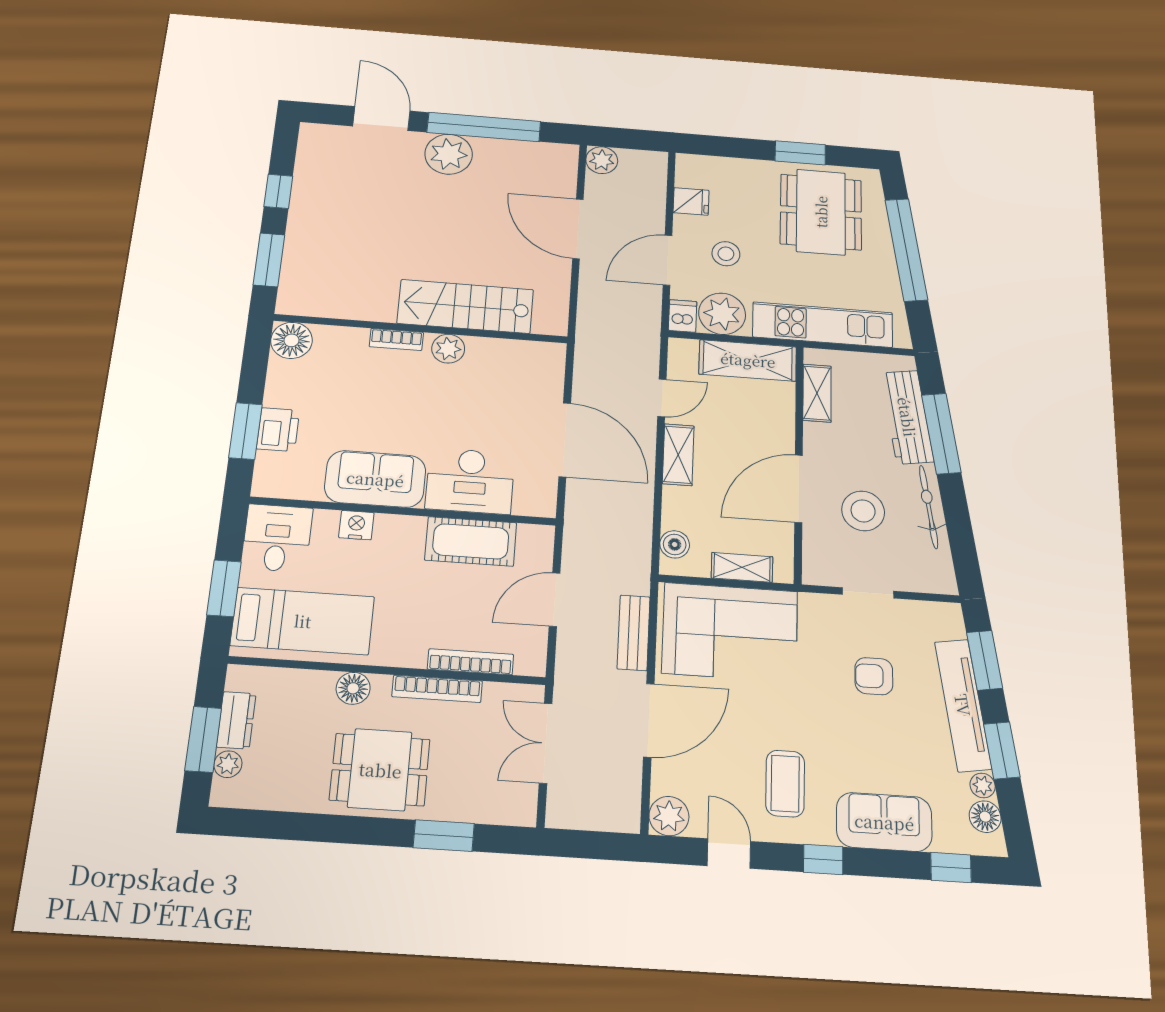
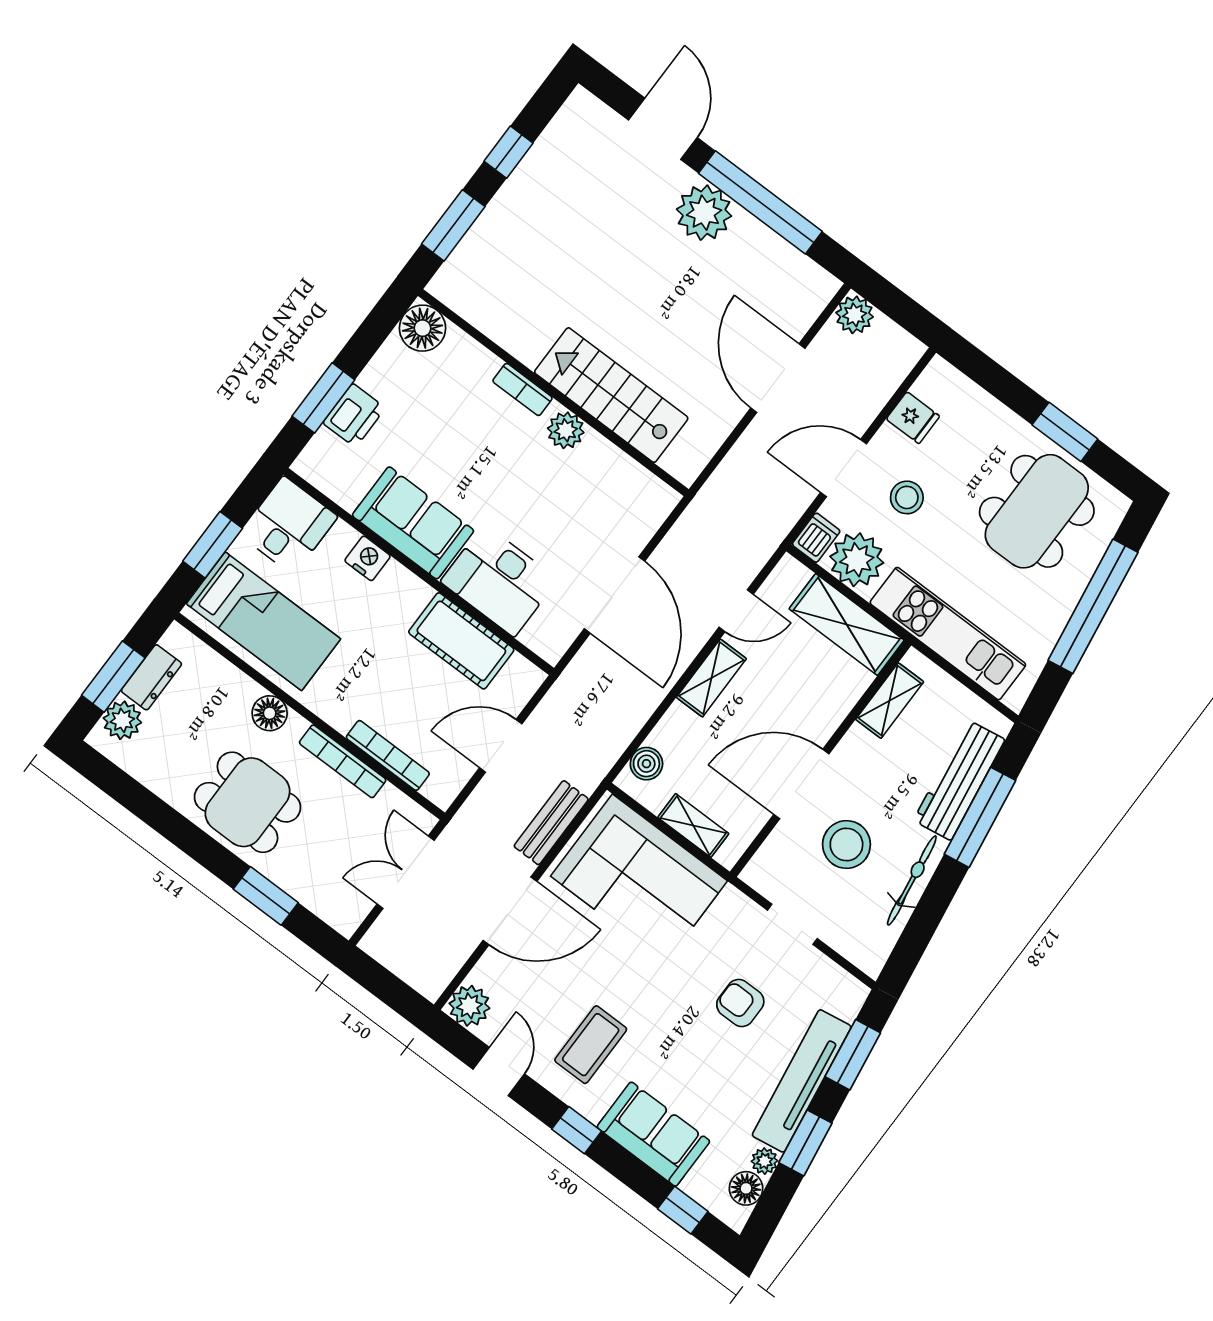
plant: (228, 764) -> (122, 720), width x1.38, depth x1.38

